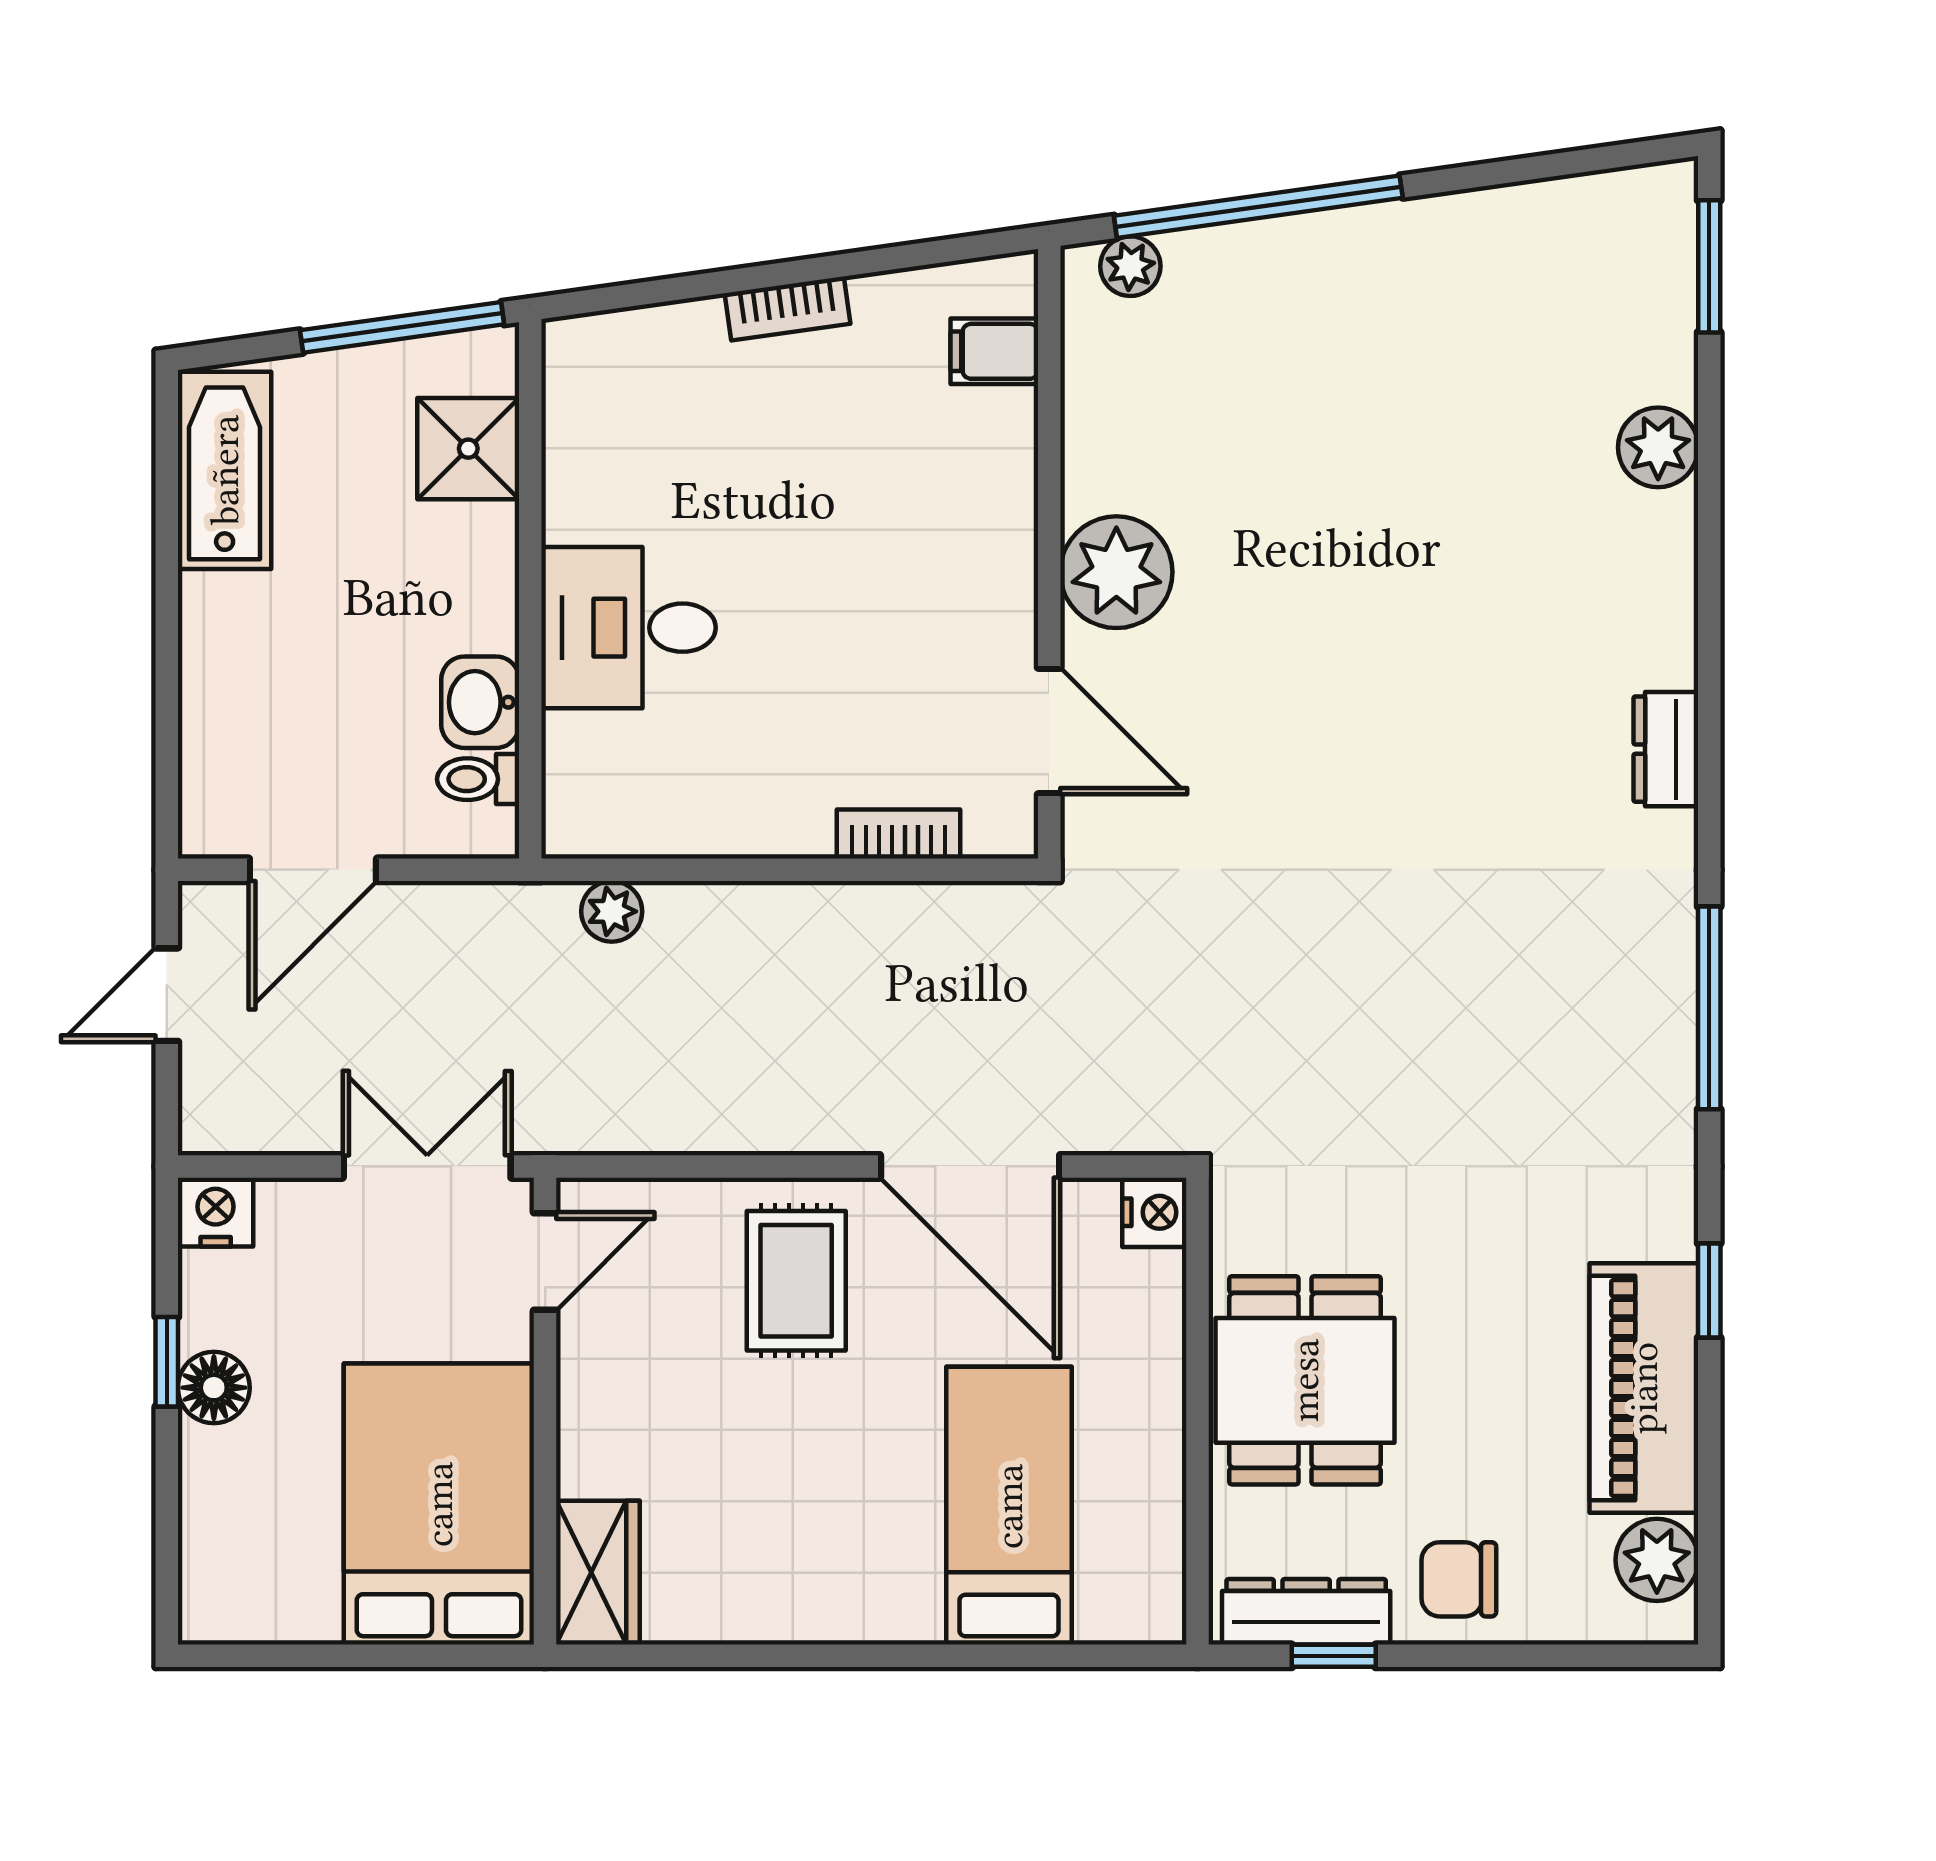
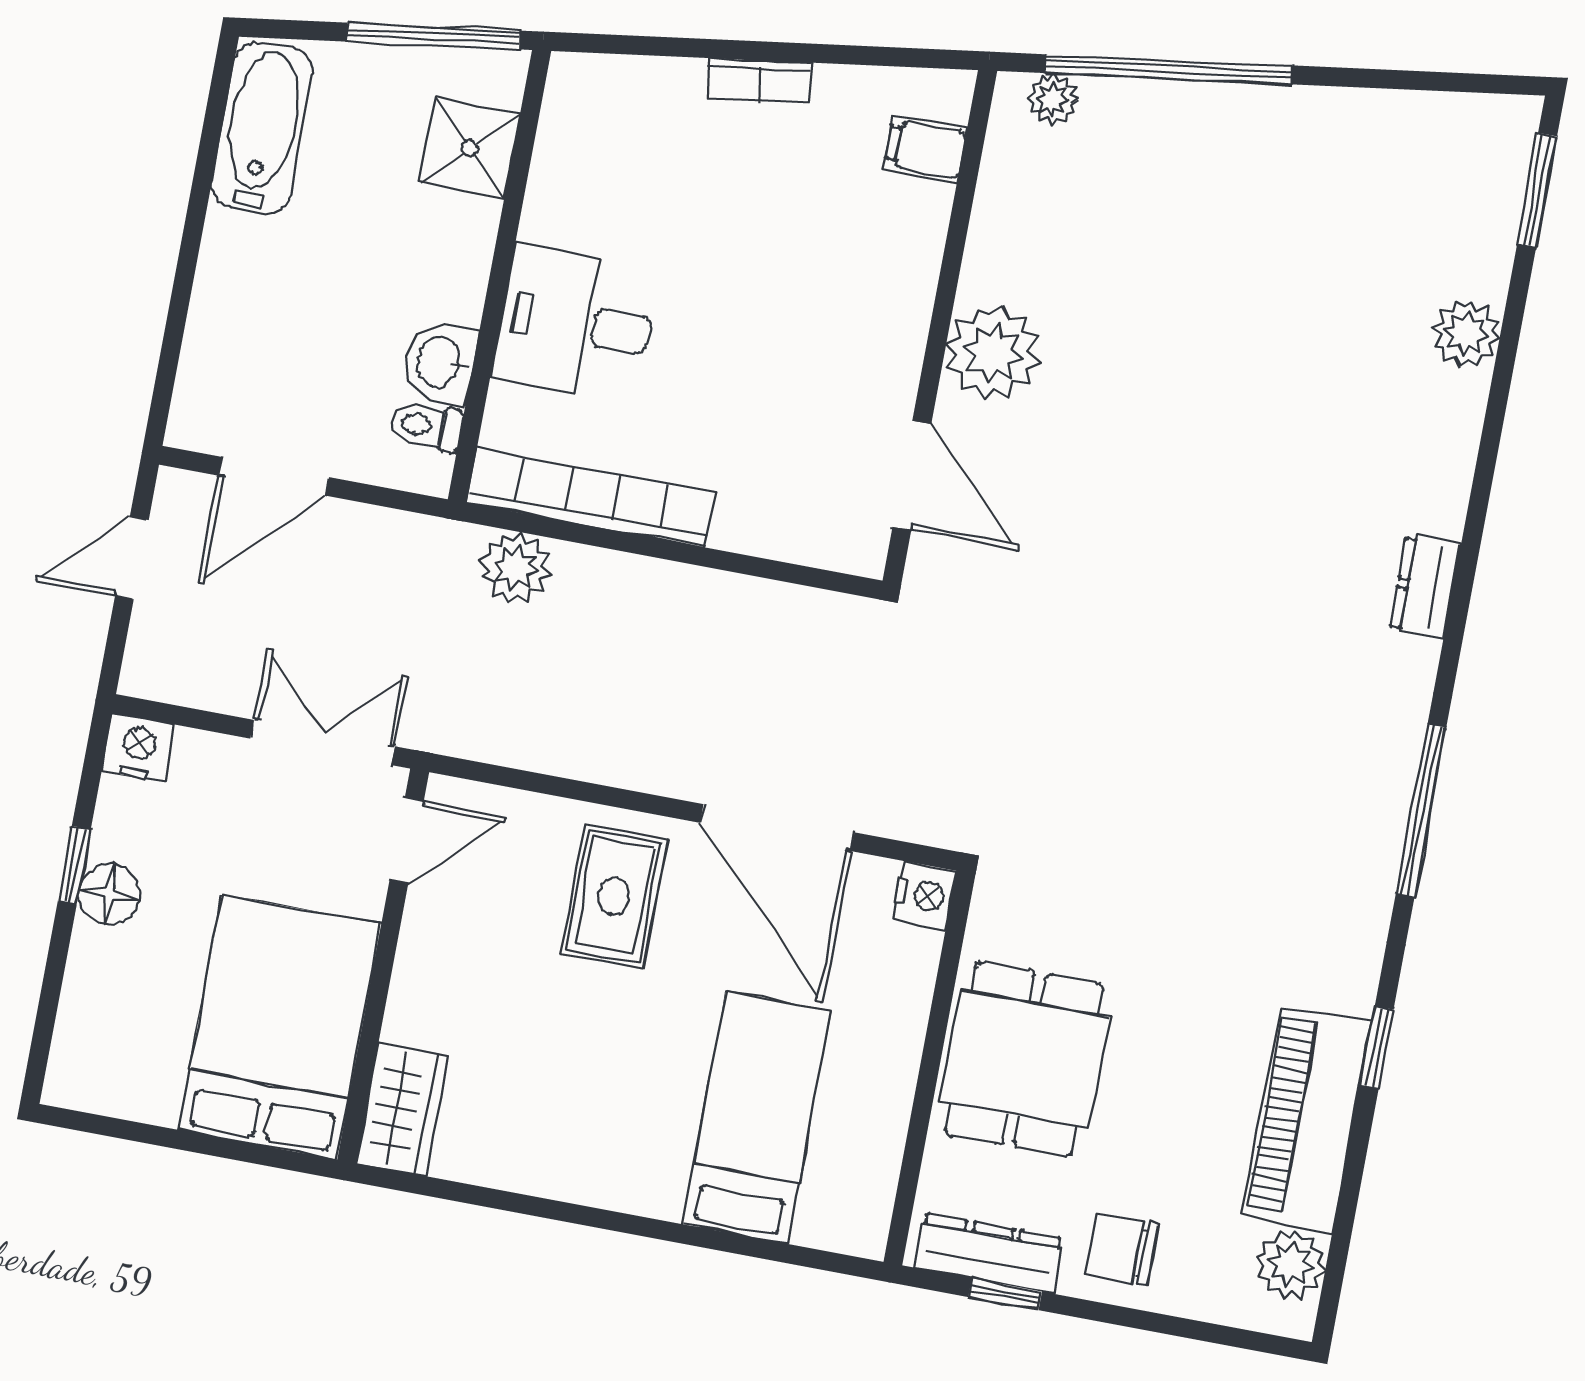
bookcase: (898, 834) -> (591, 498), moved, width x2.31, depth x1.31
plant: (612, 911) -> (515, 567), width x1.38, depth x1.38

